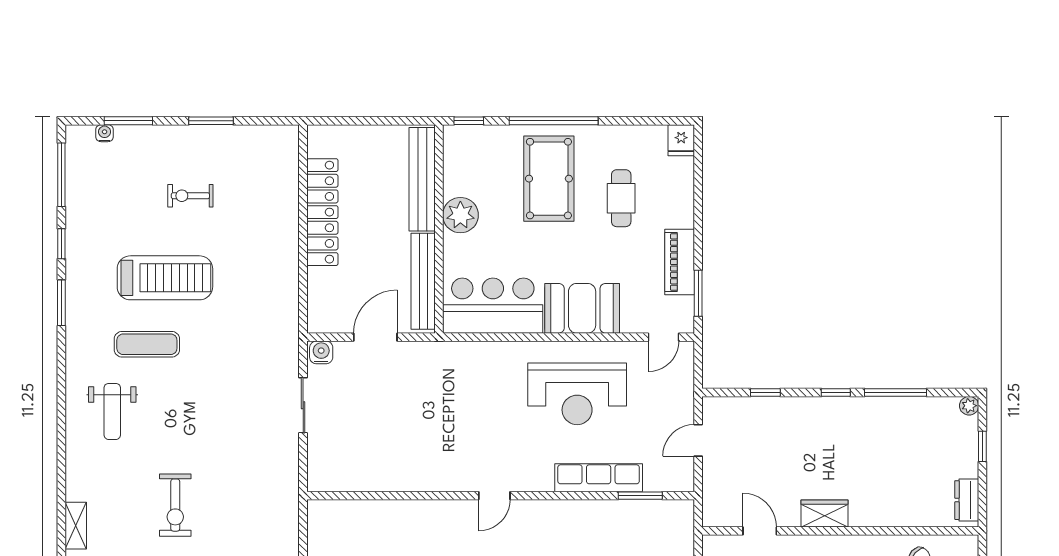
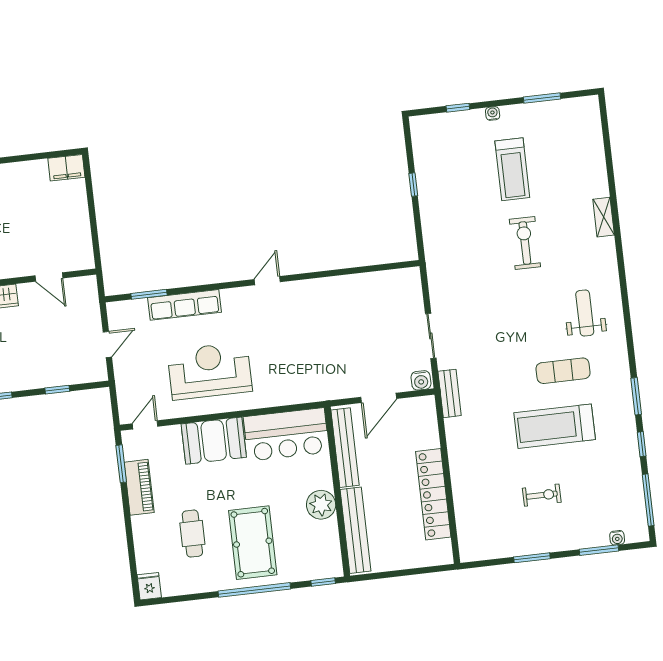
bench: (288, 333) -> (450, 393), added

